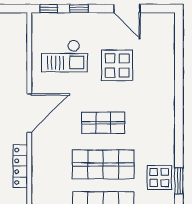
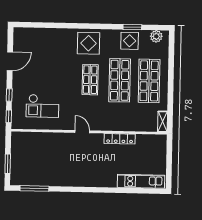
checkout: (65, 56) -> (42, 106), turned 90
display table: (117, 65) -> (88, 43), moved
door: (29, 113) -> (82, 132), width x0.53

